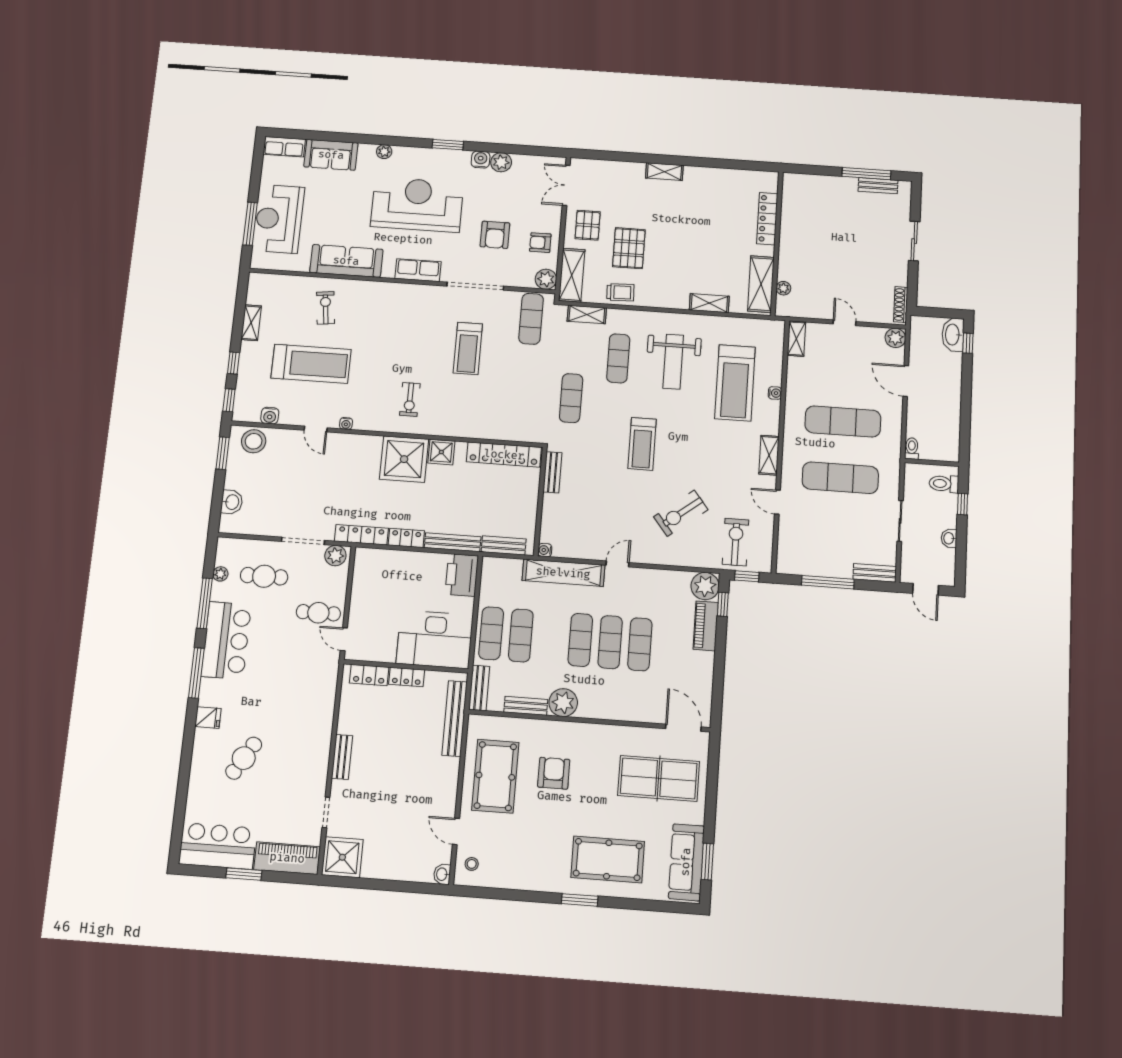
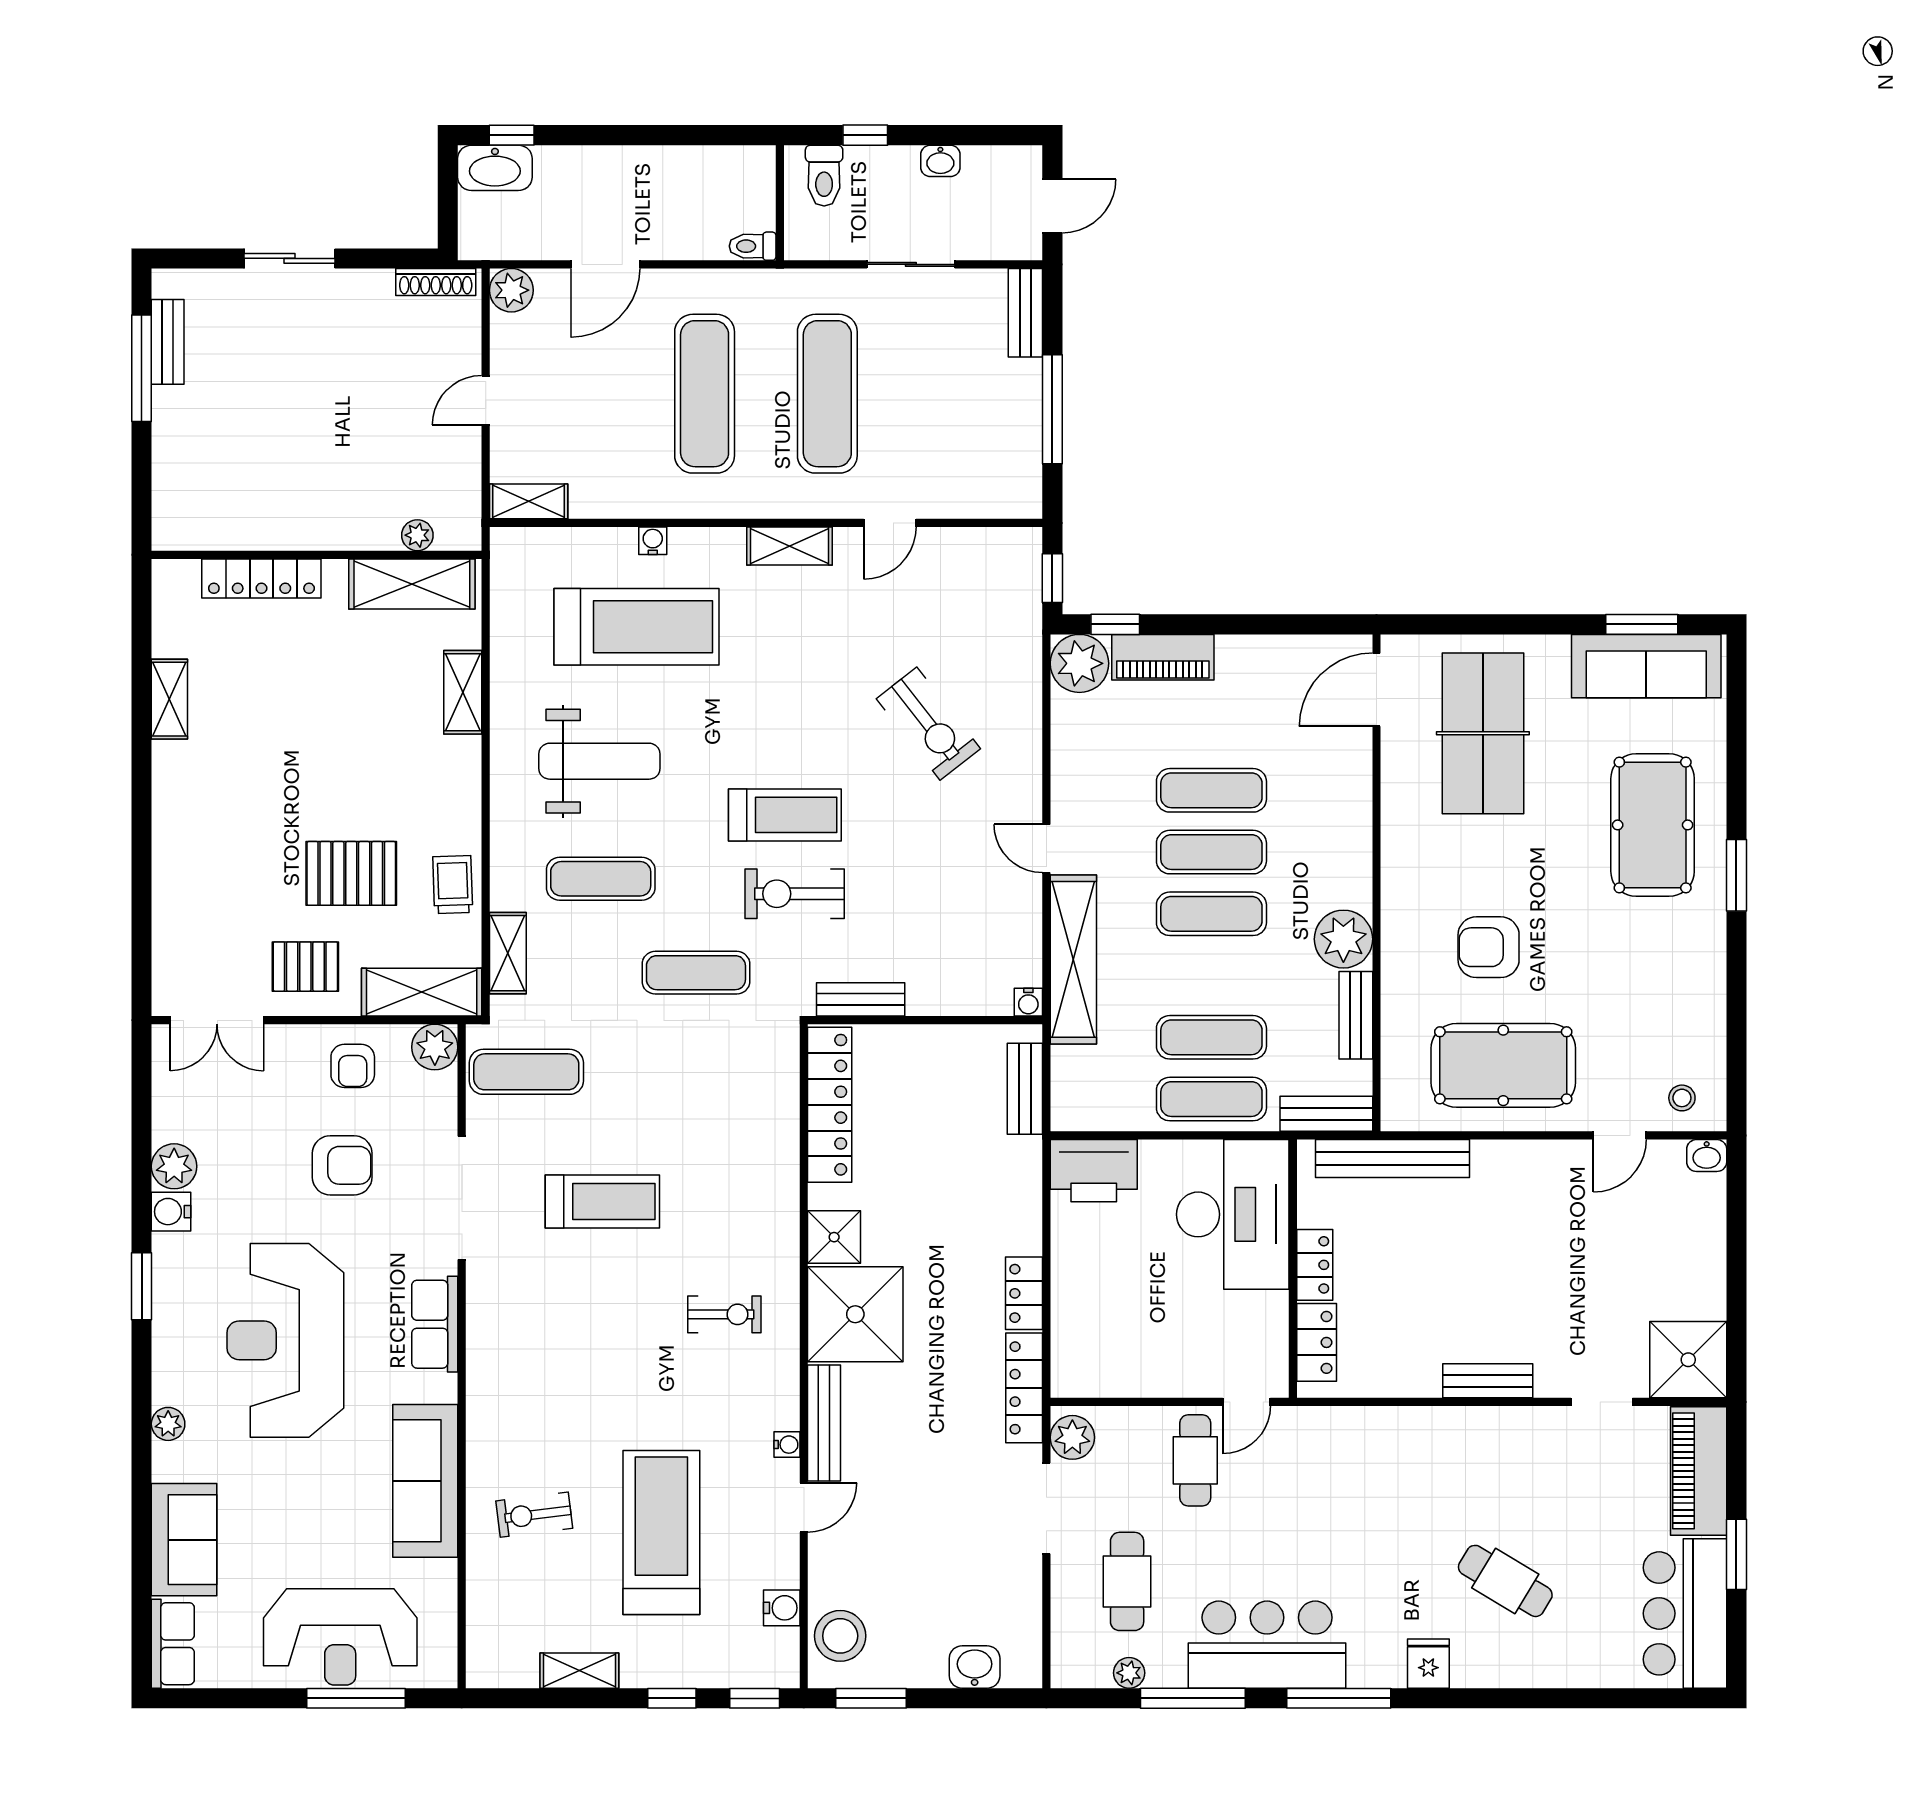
shelving: (664, 172) -> (169, 699), moved
bench: (453, 542) -> (824, 1423), moved
exercise bike: (736, 542) -> (795, 894), moved

